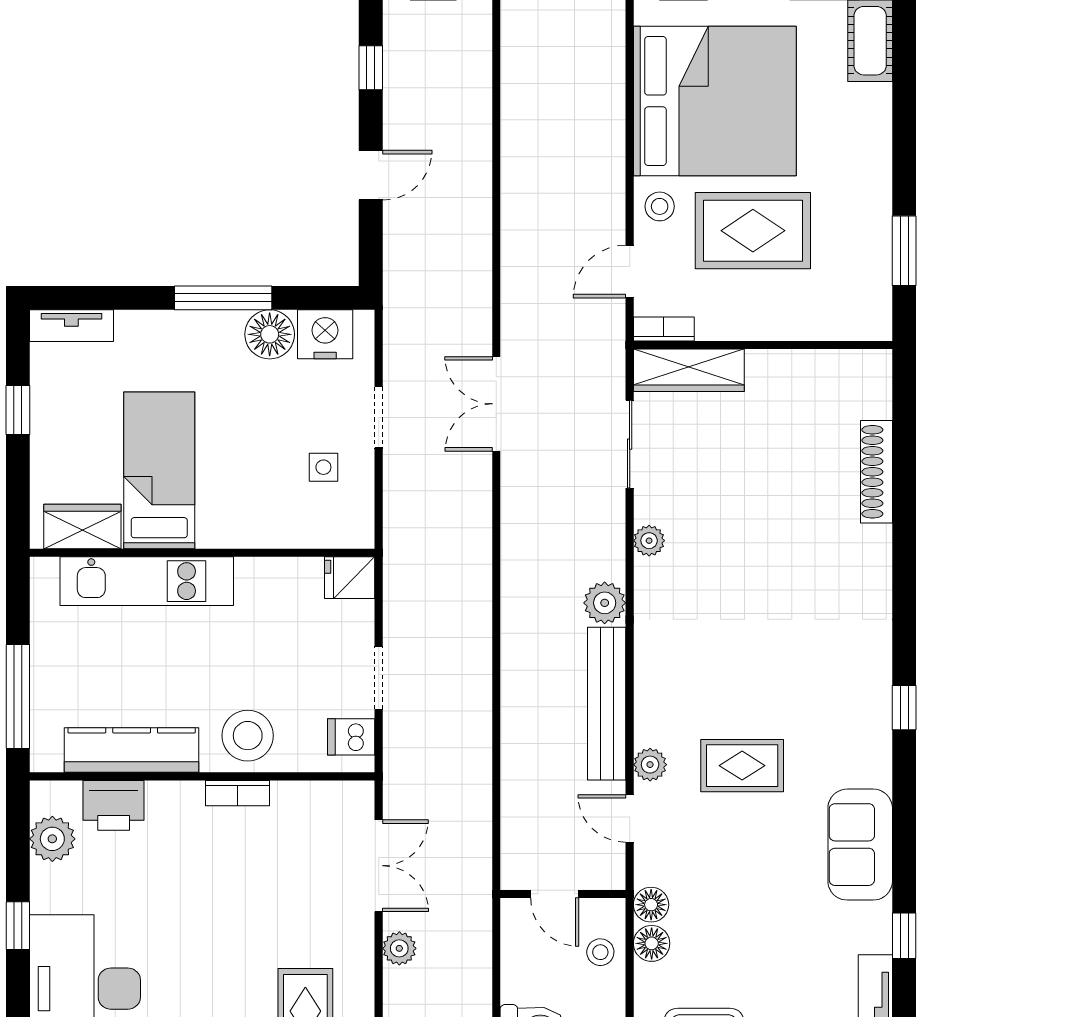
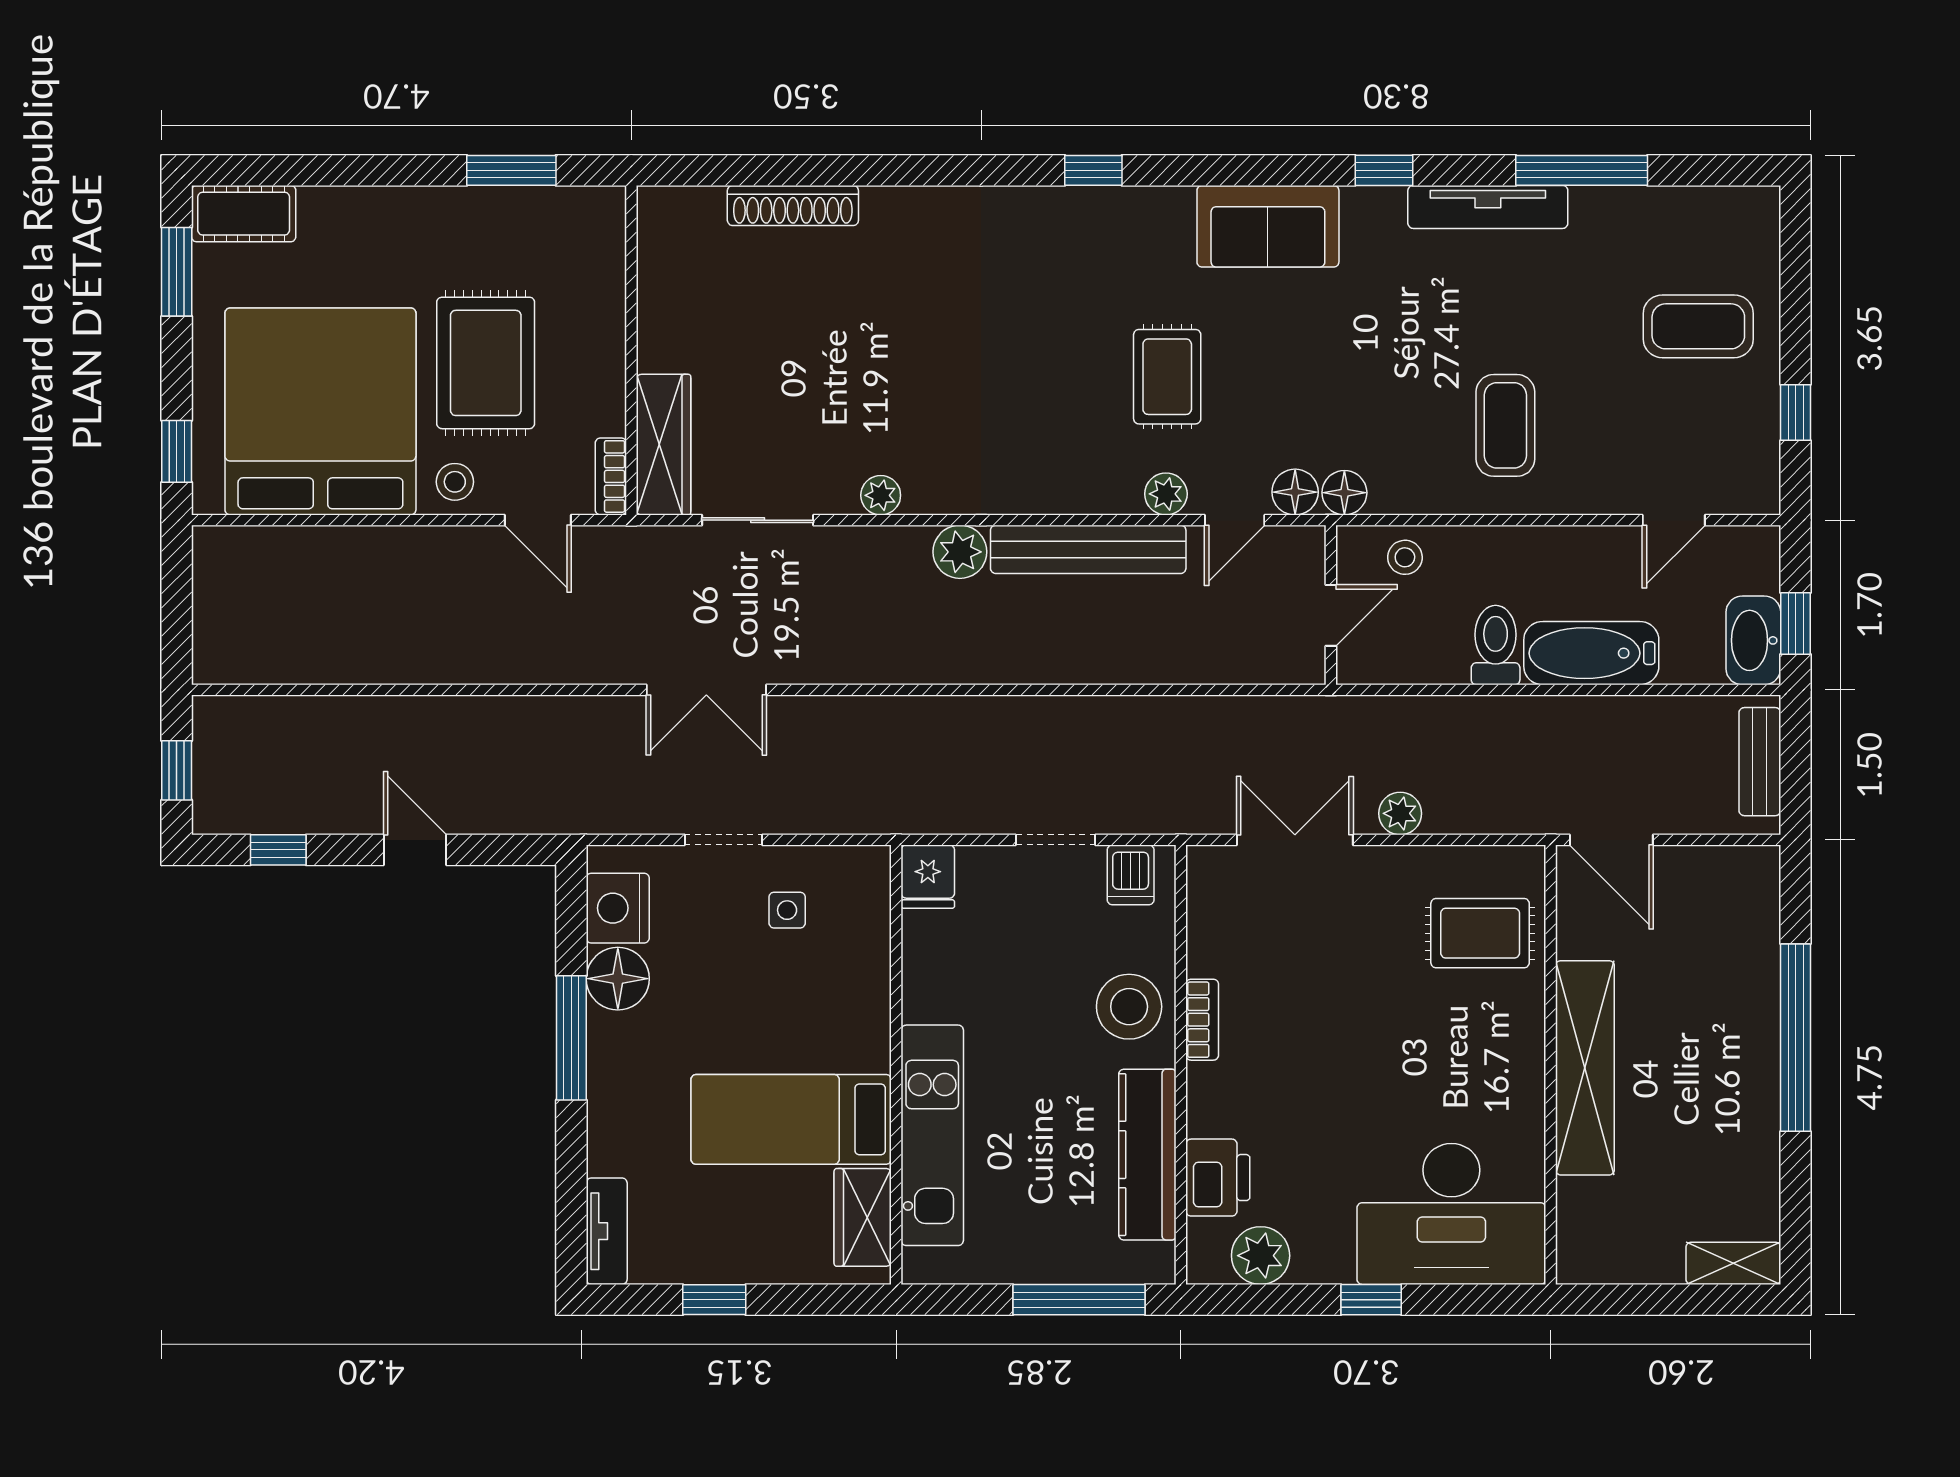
floor lamp: (652, 943) -> (1295, 492), moved

